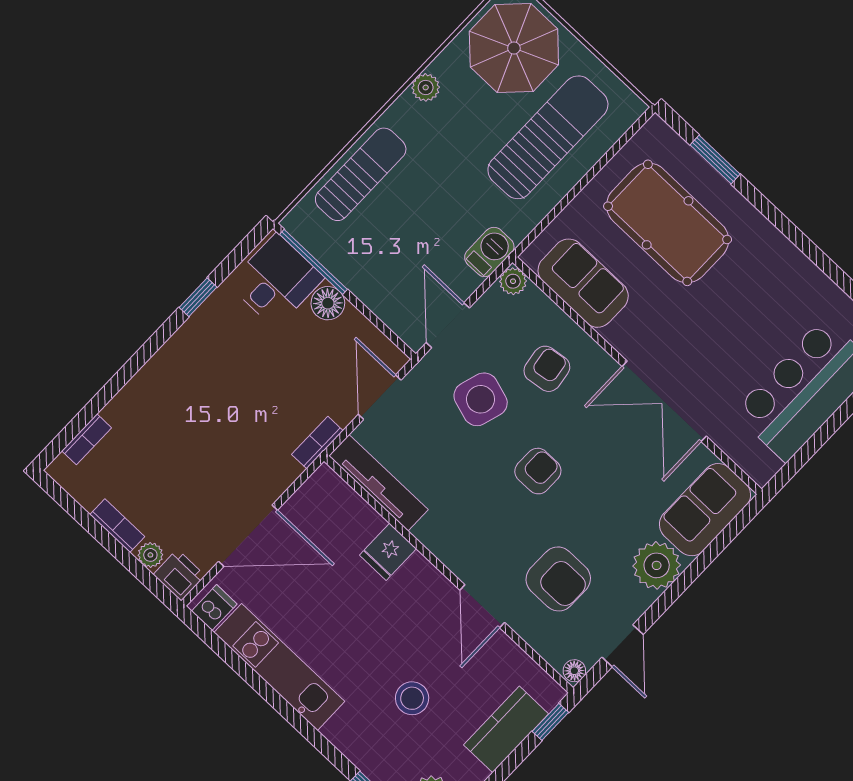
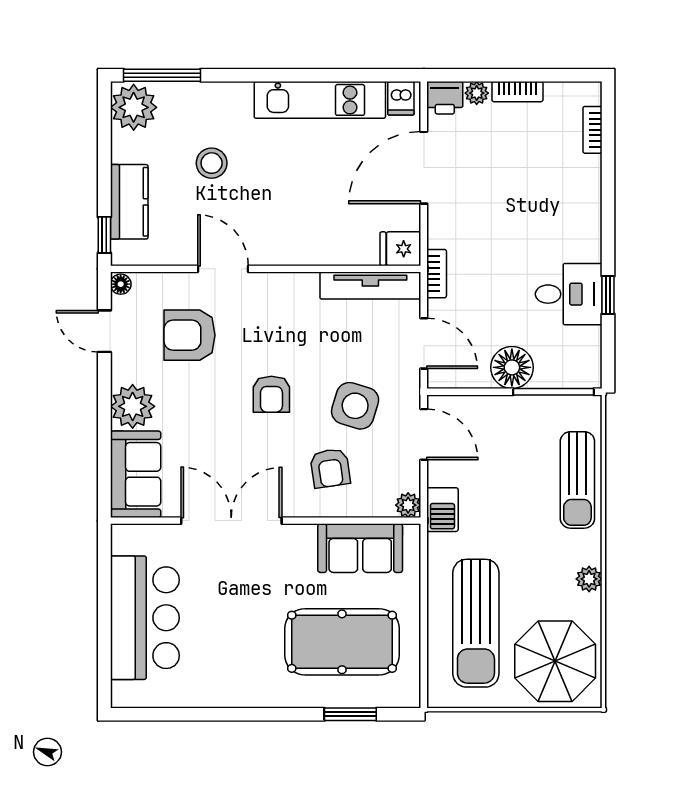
desk: (276, 281) -> (569, 294), moved, turned -90
floor lamp: (328, 303) -> (512, 367), width x1.38, depth x1.38
fridge: (388, 552) -> (400, 249), moved, turned -90

